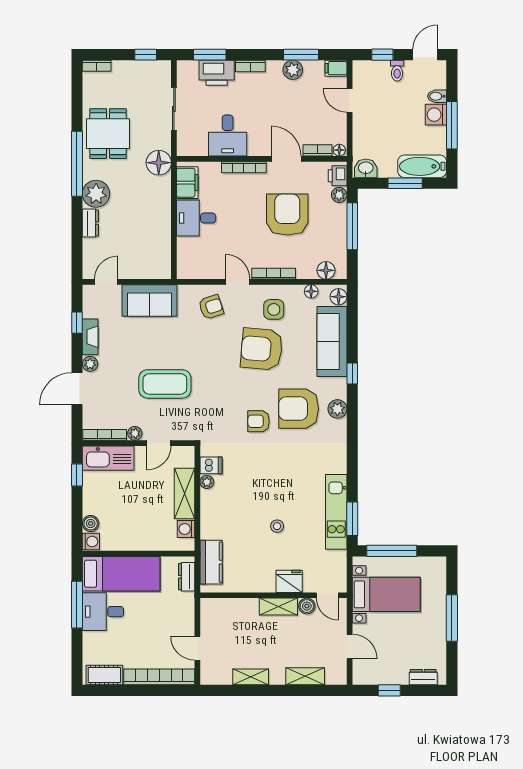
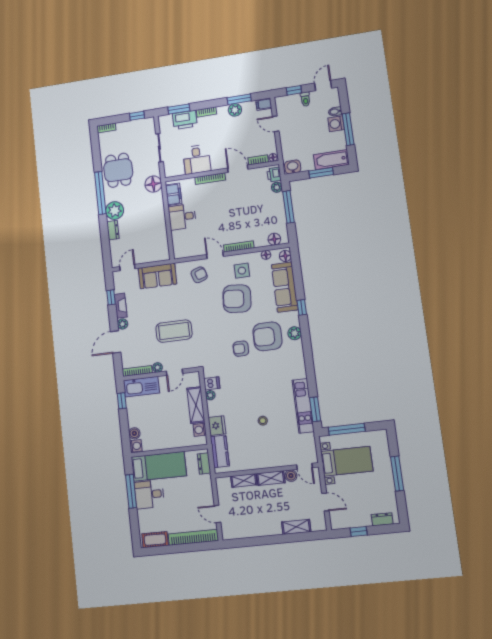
armchair: (287, 215) -> (243, 206), removed
fridge: (289, 581) -> (217, 426), moved, turned 90
shelving: (251, 677) -> (244, 480), moved

